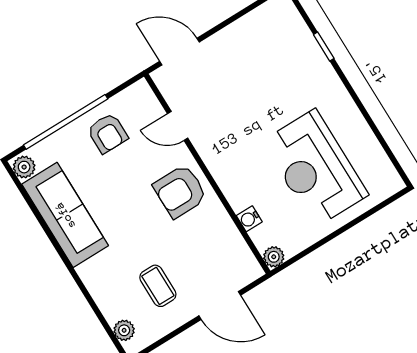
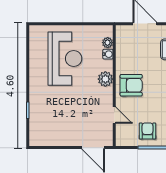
plant: (228, 176) -> (105, 79), added
plant: (274, 257) -> (108, 43), moved

